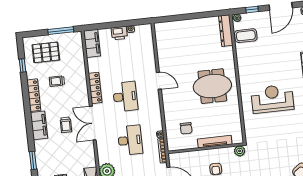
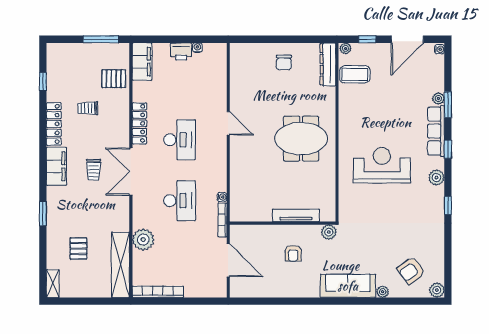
pallet: (46, 52) -> (114, 79), moved, width x0.67, depth x0.71
chair: (186, 128) -> (284, 62), moved

